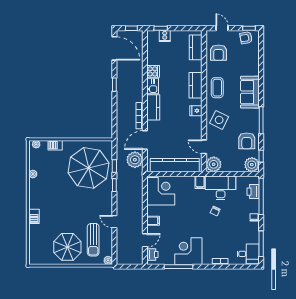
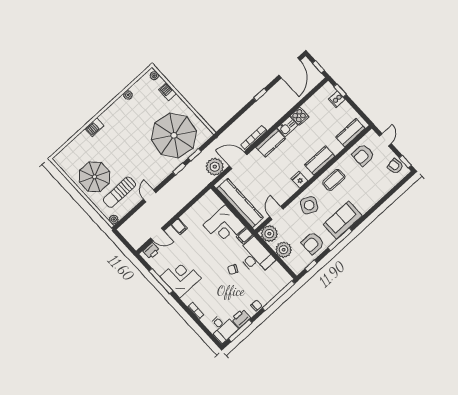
sofa: (250, 92) -> (343, 220), moved
plant: (252, 165) -> (284, 250), moved
corner desk: (161, 191) -> (224, 226), moved, turned 90
printer: (253, 192) -> (241, 318), moved

